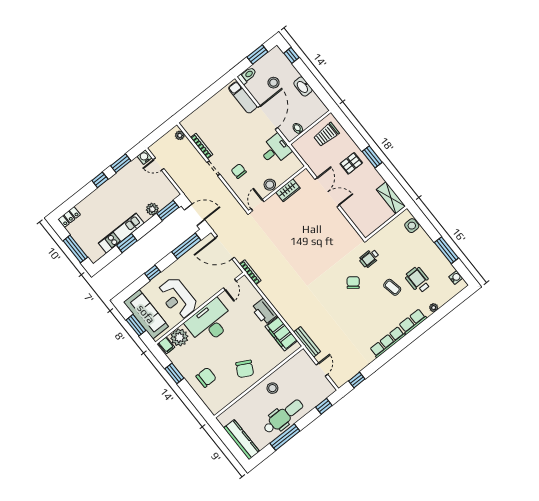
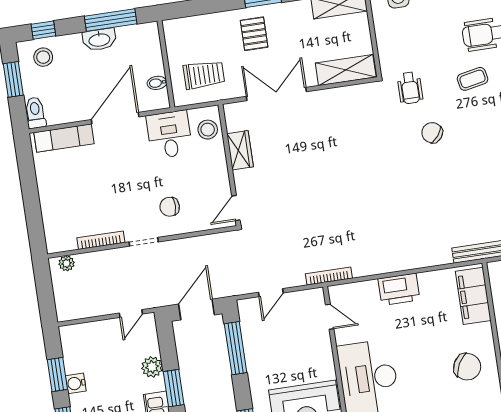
stool: (274, 83) -> (43, 57), moved
window: (316, 86) -> (111, 20), added
door: (268, 118) -> (115, 118), hinge flipped
trolley: (326, 135) -> (204, 75), moved, turned -90
water cooler: (144, 157) -> (76, 383), moved
door: (158, 164) -> (131, 313), moved
stool: (270, 185) -> (208, 130), moved
door: (257, 205) -> (236, 208), hinge flipped
window: (168, 210) -> (174, 388), moved
shelving: (360, 220) -> (346, 70), added
door: (225, 248) -> (271, 293), width x0.53
filing cabinet: (281, 334) -> (473, 296), moved, turned 90

